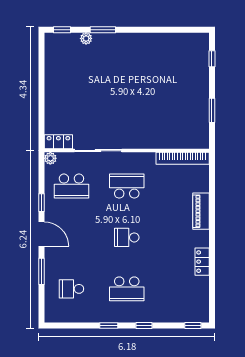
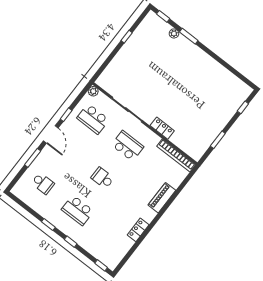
window: (41, 78) -> (127, 37), added
locker: (58, 142) -> (162, 128), moved
school desk: (71, 289) -> (43, 183), turned 180

